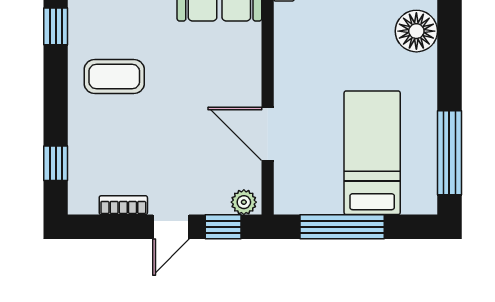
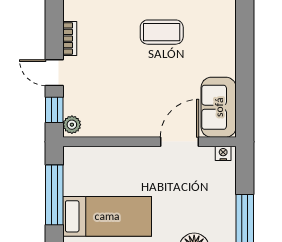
coffee table: (114, 77) -> (162, 32), turned 90
door: (268, 134) -> (179, 142), moved

